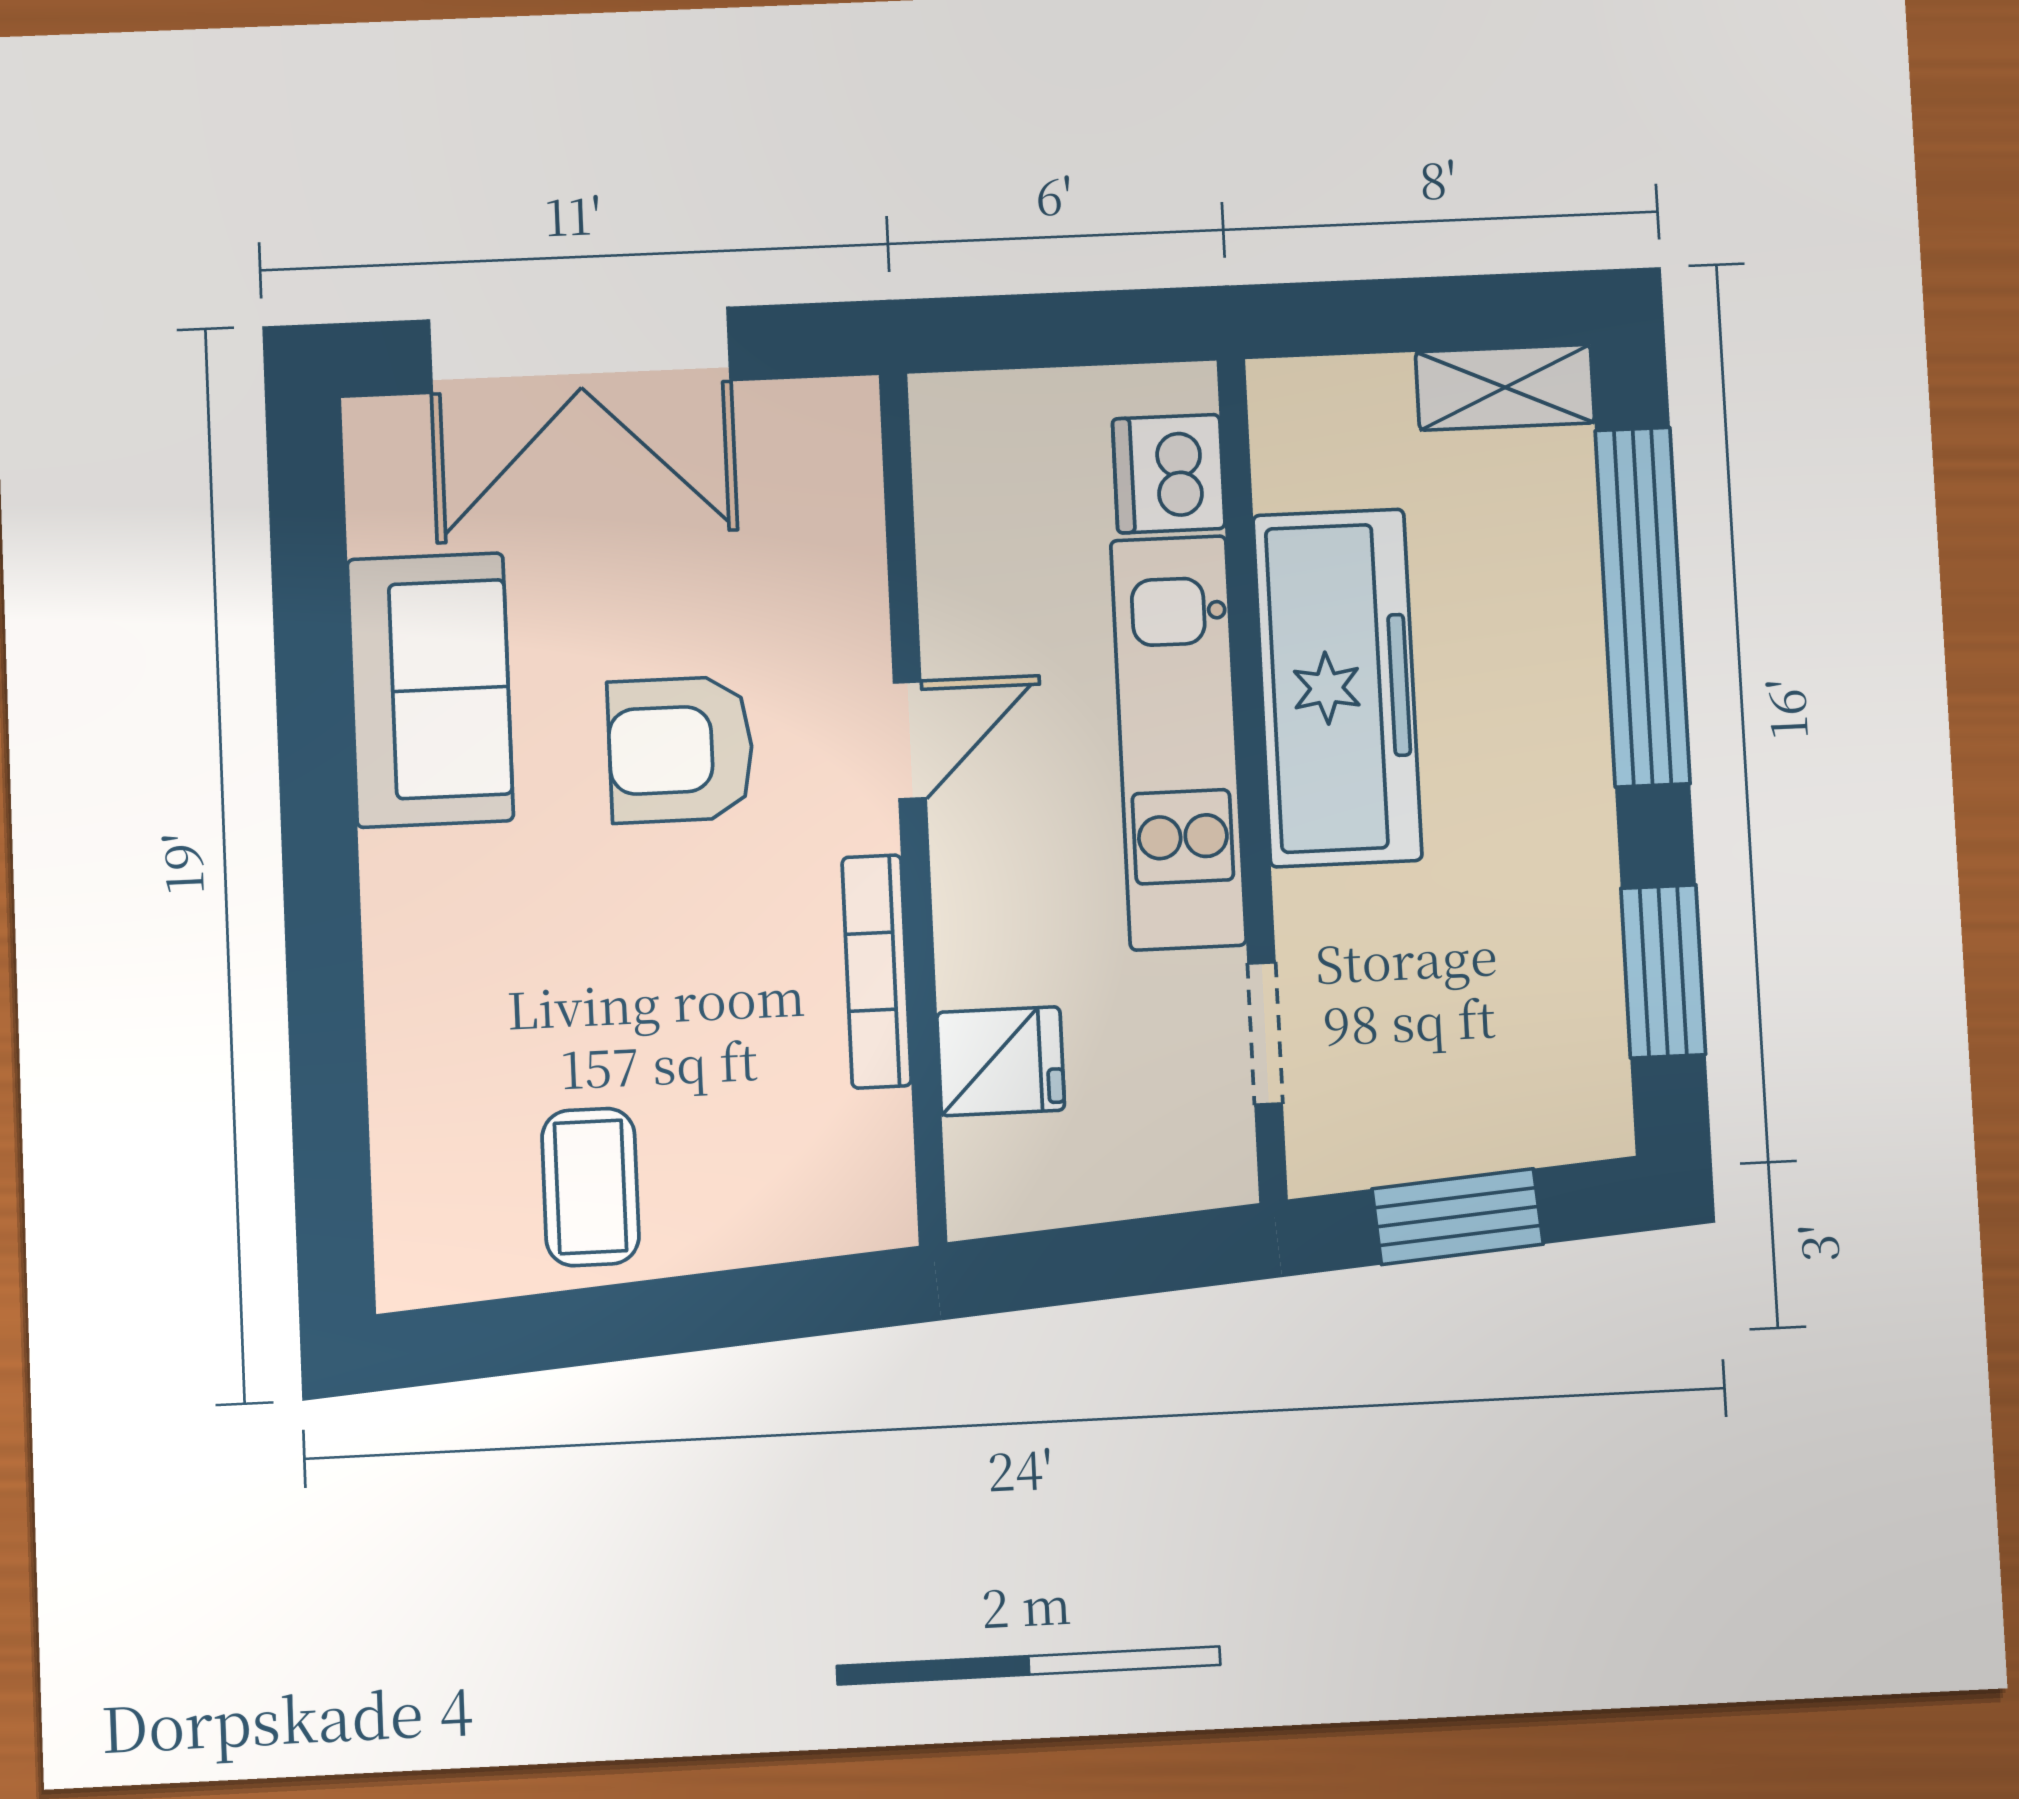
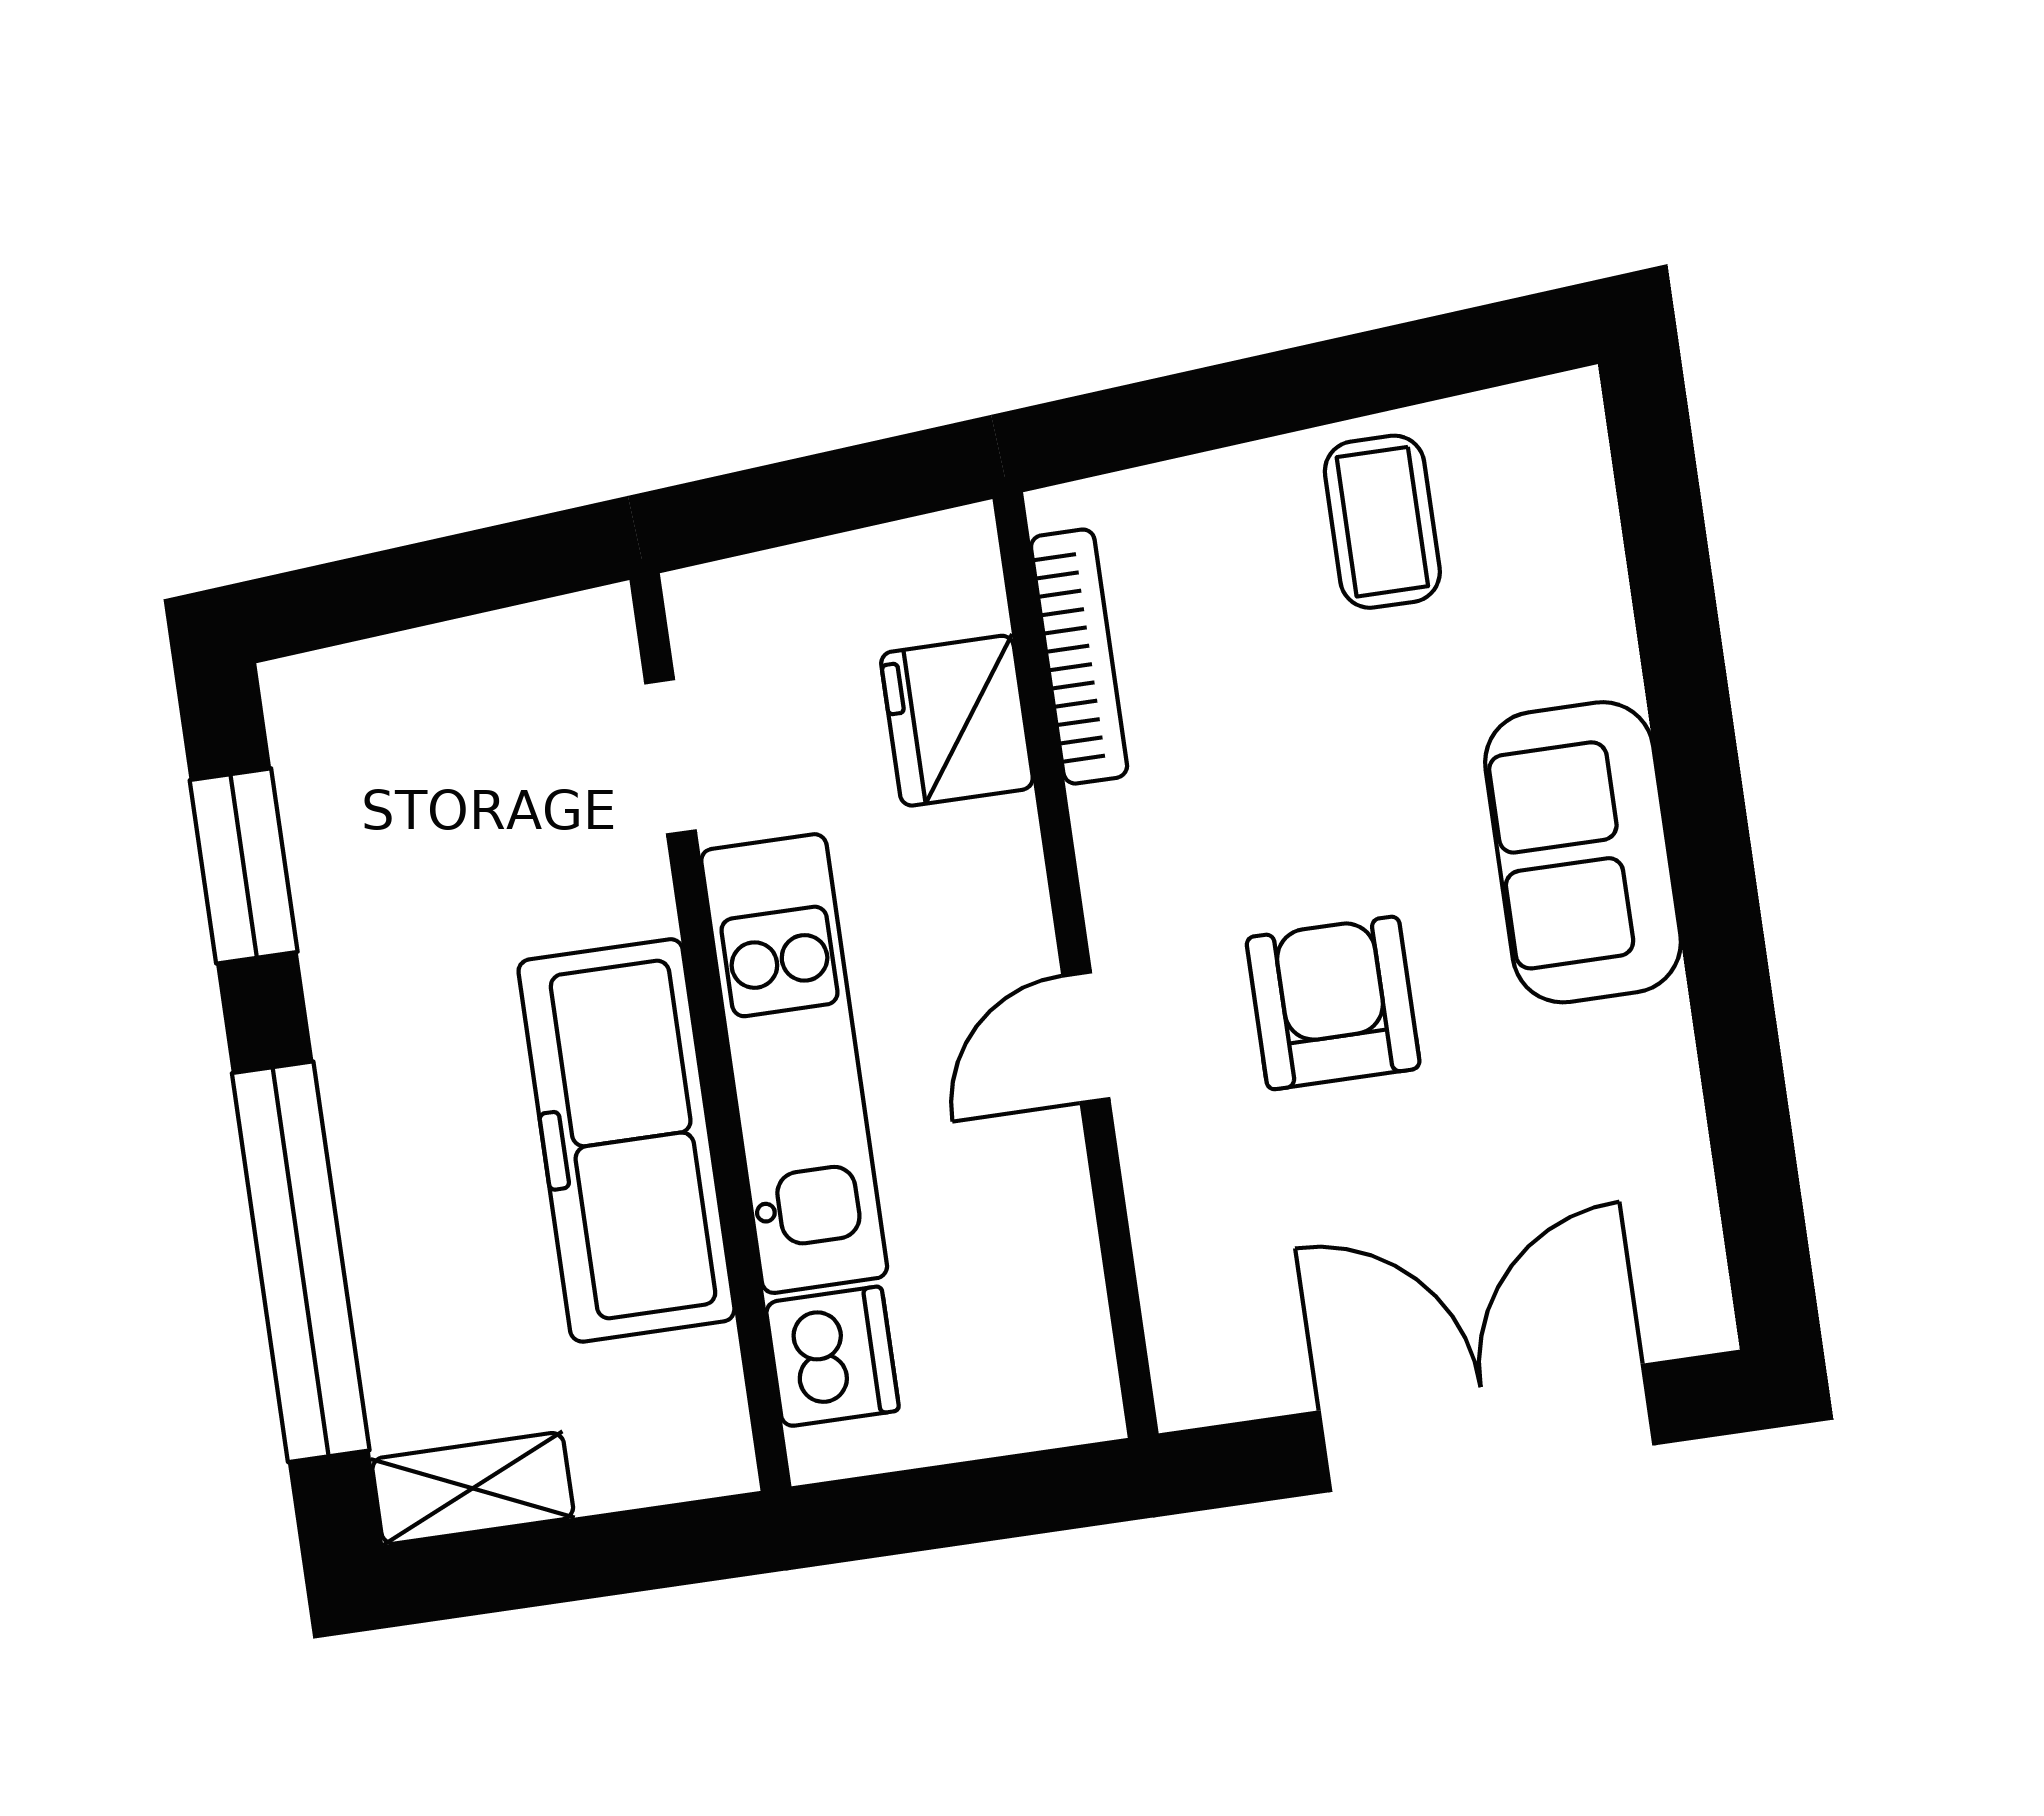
sofa: (430, 690) -> (1583, 852), moved
armchair: (681, 750) -> (1333, 1003), turned -90
bookcase: (877, 971) -> (1079, 657), moved
fridge: (1001, 1061) -> (957, 721), width x1.38
window: (1458, 1217) -> (444, 579), removed

